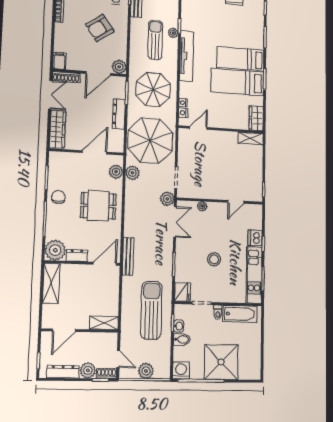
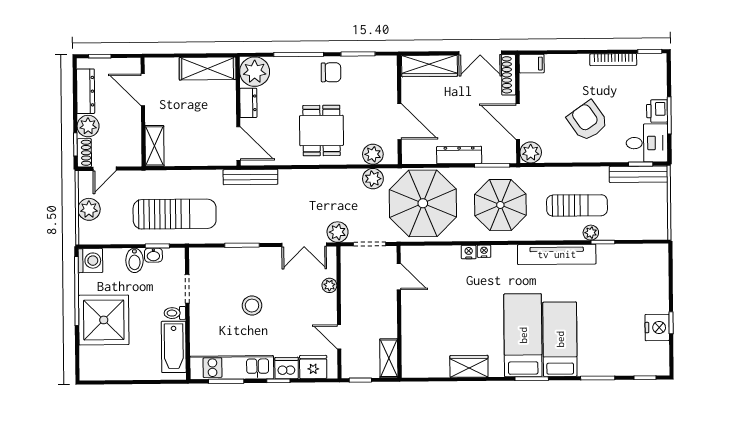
door: (198, 128) -> (399, 277), moved
wall: (221, 129) -> (399, 312), moved
shelving: (251, 138) -> (389, 358), moved
fridge: (182, 292) -> (313, 367), moved, turned 180

